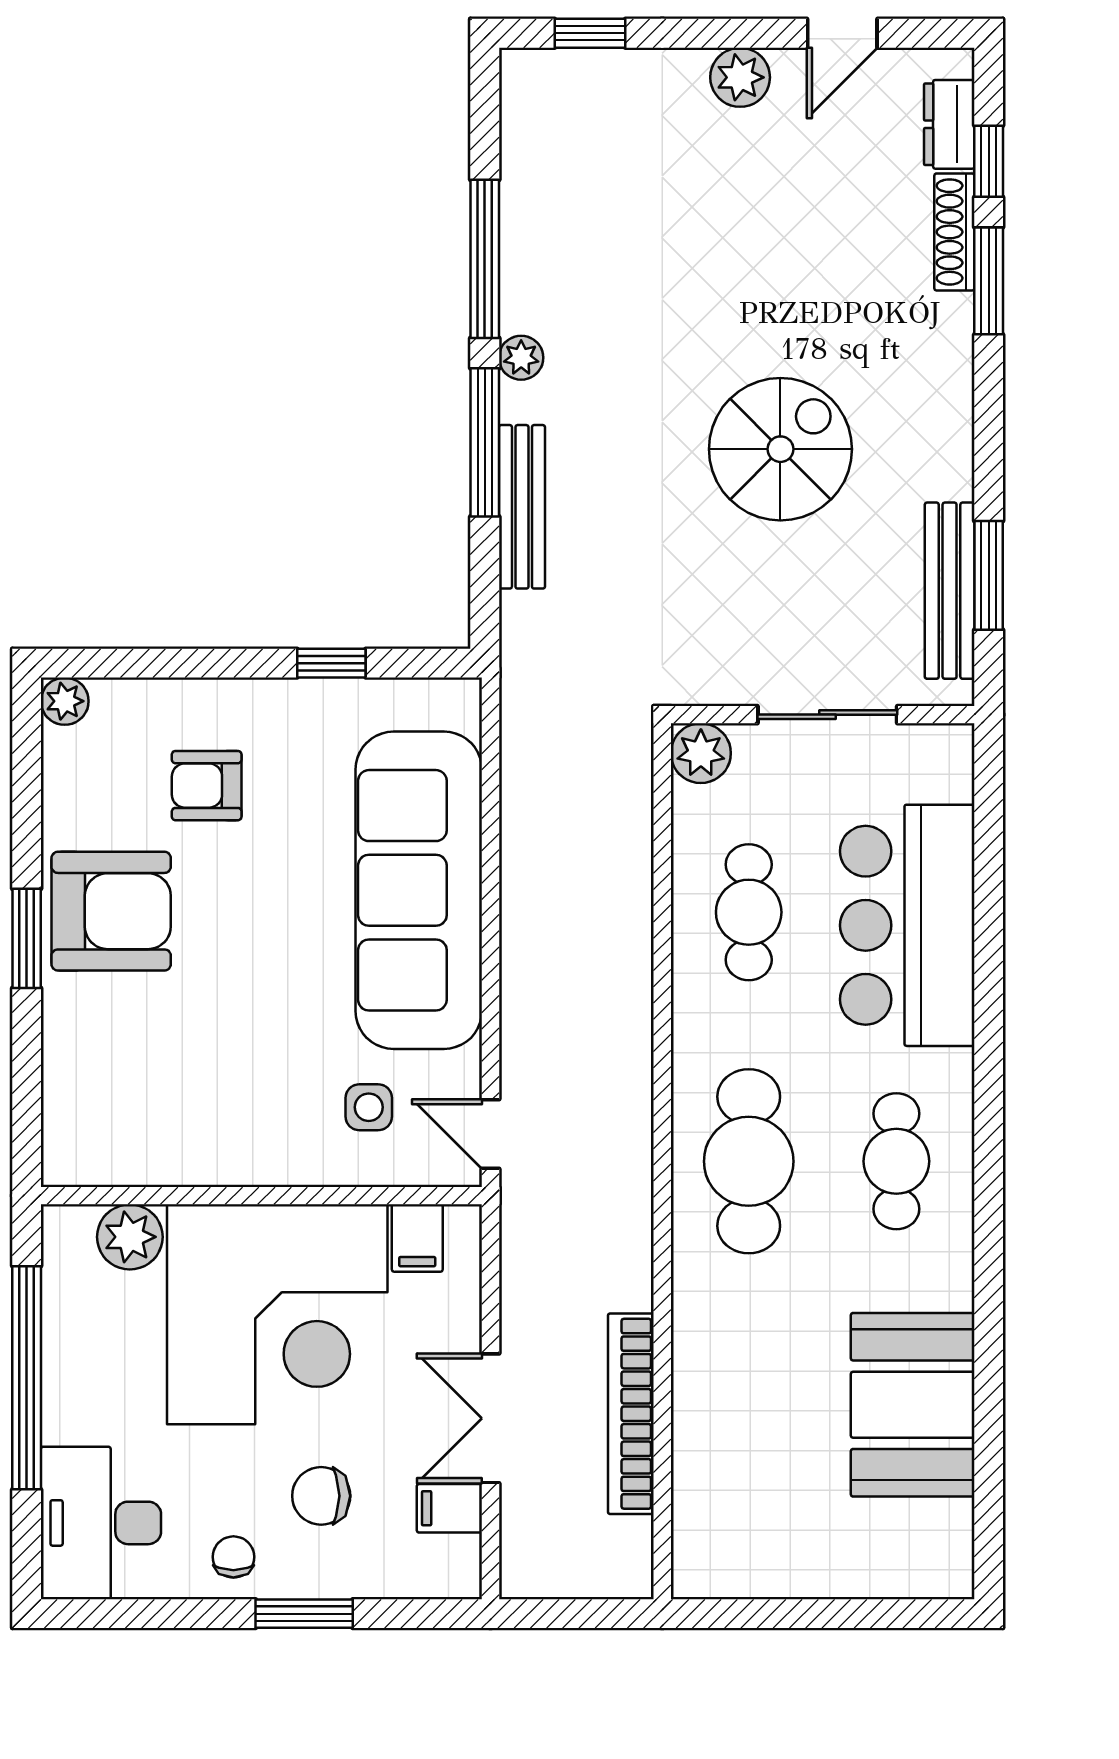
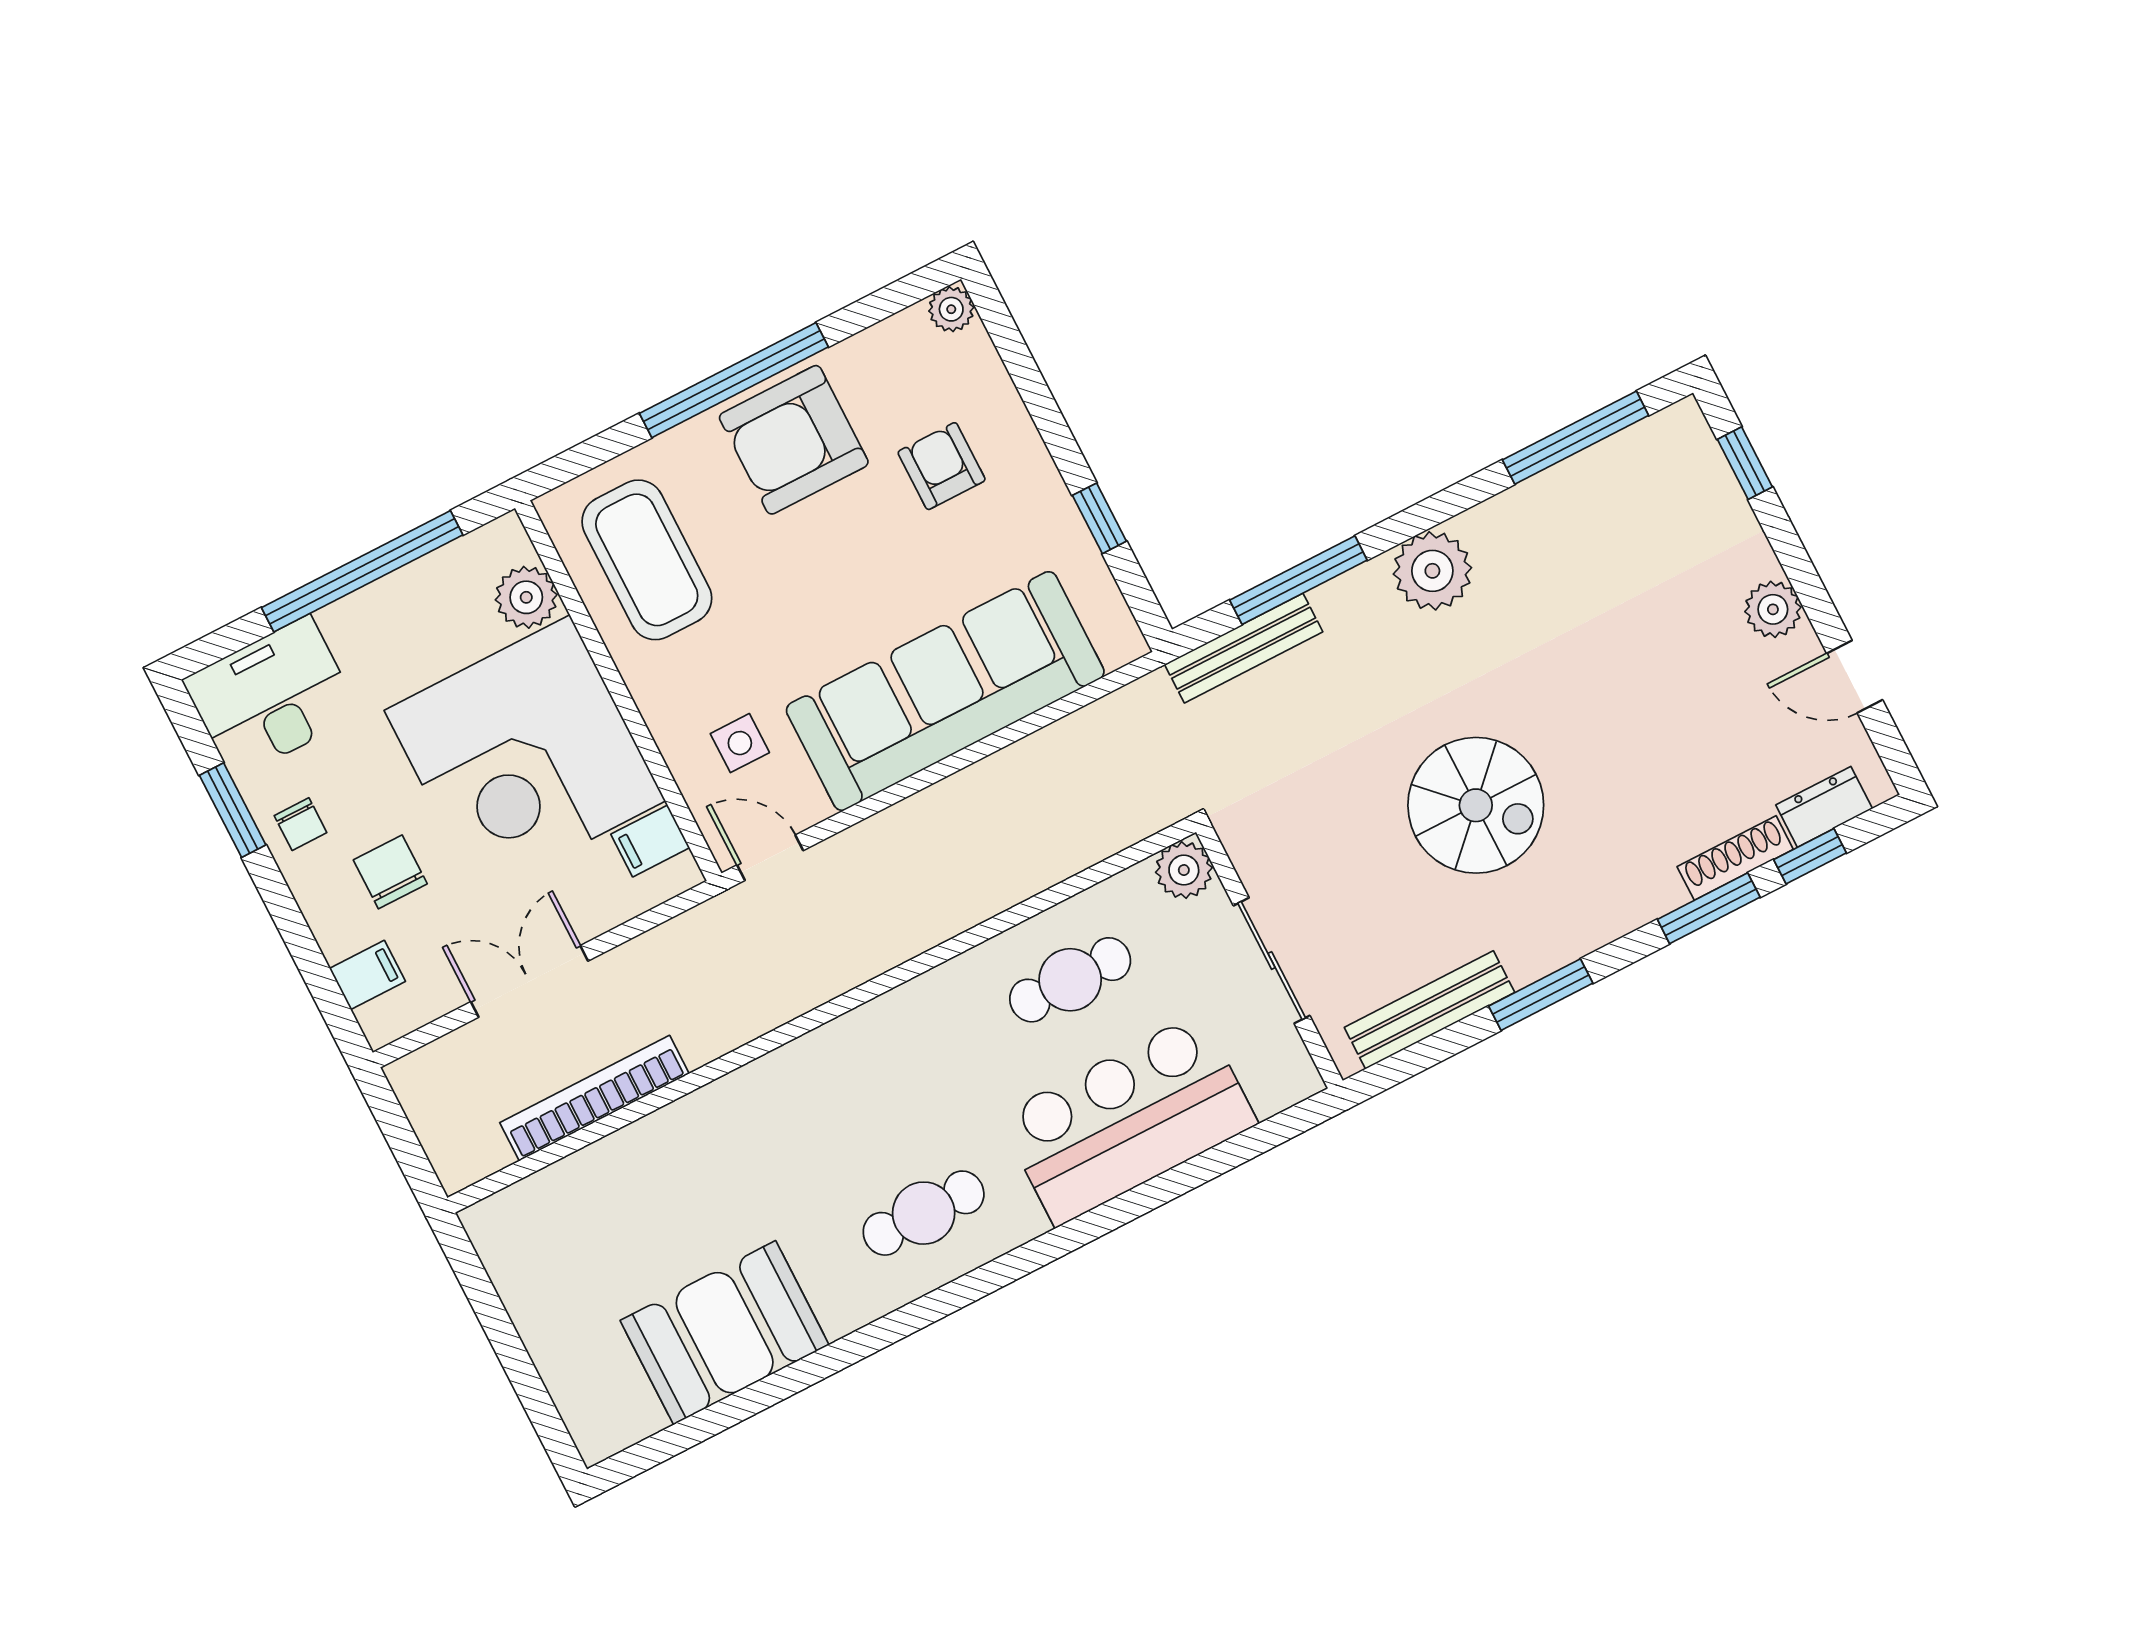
window: (485, 259) -> (1576, 438), moved
plant: (521, 358) -> (1432, 571), width x1.88, depth x1.88
window: (485, 442) -> (1298, 580), moved
bench: (522, 507) -> (1244, 648), moved
window: (989, 575) -> (1541, 995), moved
armchair: (111, 911) -> (794, 440), turned 90
window: (27, 938) -> (734, 380), width x2.11
coffee table: (153, 1106) -> (647, 560), added
door: (490, 1134) -> (770, 858), hinge flipped
cafe table: (749, 1161) -> (859, 1088), removed
filing cabinet: (449, 1508) -> (367, 975), moved, turned 90
chair: (233, 1557) -> (300, 824), turned 90
window: (304, 1614) -> (233, 810), moved

